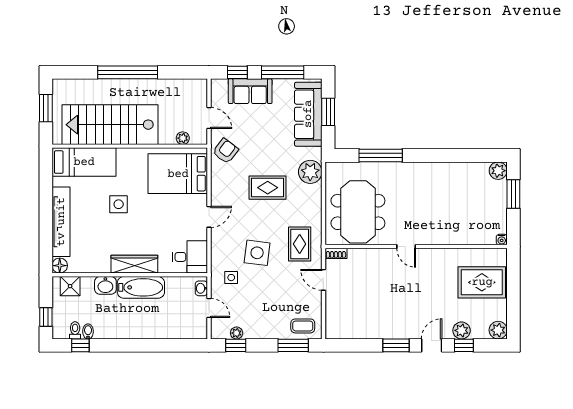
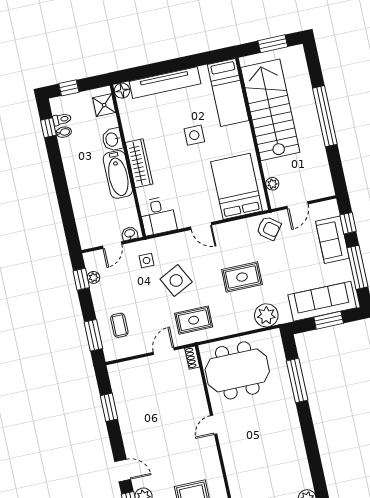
rug: (268, 188) -> (242, 277), turned 90
side table: (257, 253) -> (176, 281), turned -34
coffee table: (303, 326) -> (119, 325), moved
window: (396, 345) -> (109, 407), moved

